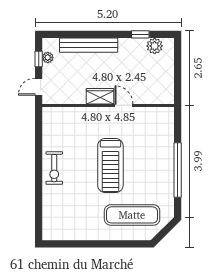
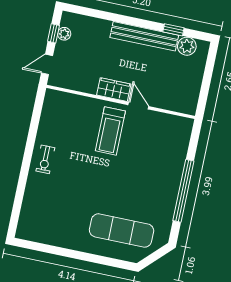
bench: (89, 45) -> (144, 36), moved
treadmill: (110, 166) -> (110, 131), moved, width x0.73, depth x0.73
exercise bike: (54, 168) -> (45, 159), width x0.73, depth x0.72

